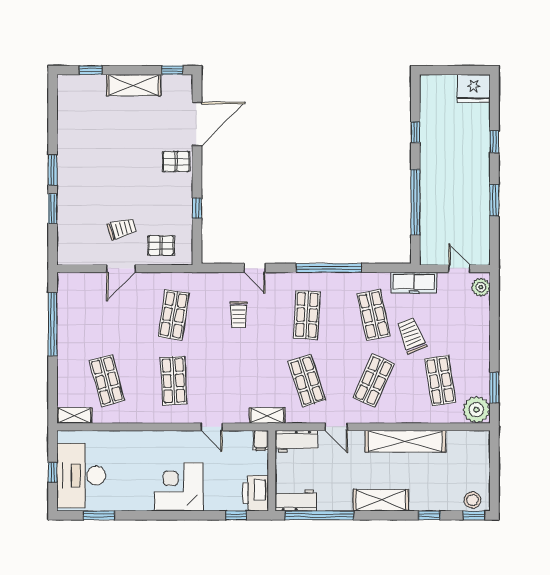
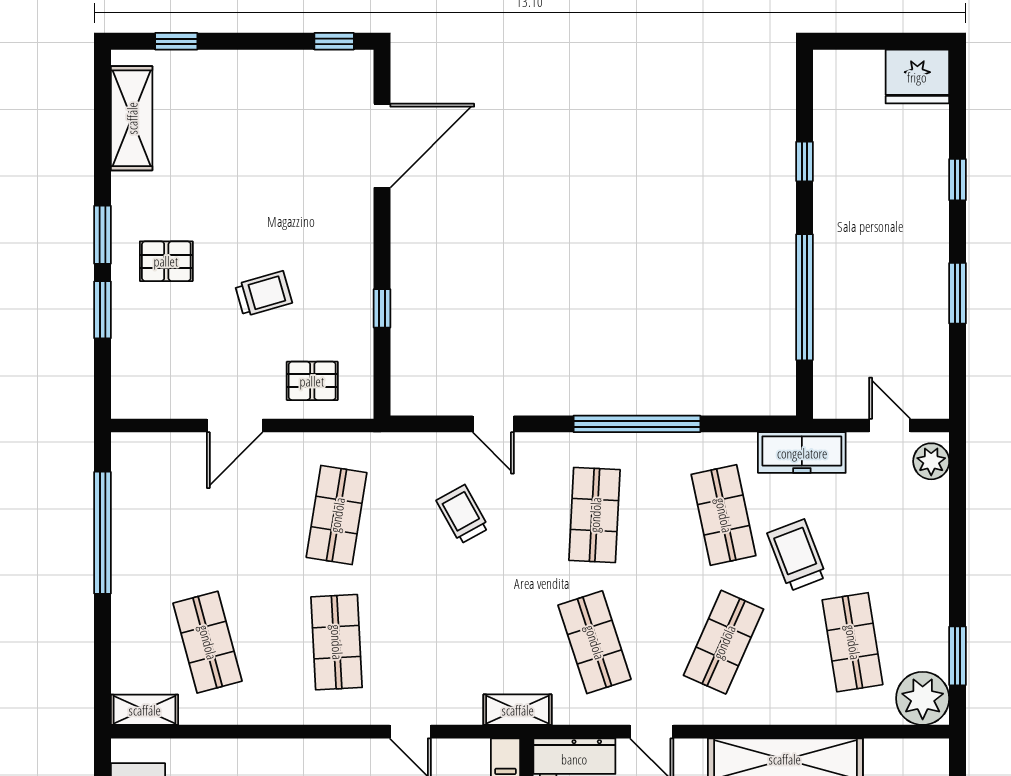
shelving: (134, 85) -> (132, 118), moved, turned 90
pallet: (176, 162) -> (166, 261), moved
trolley: (122, 229) -> (264, 294), moved
trolley: (239, 315) -> (463, 514), turned 151

